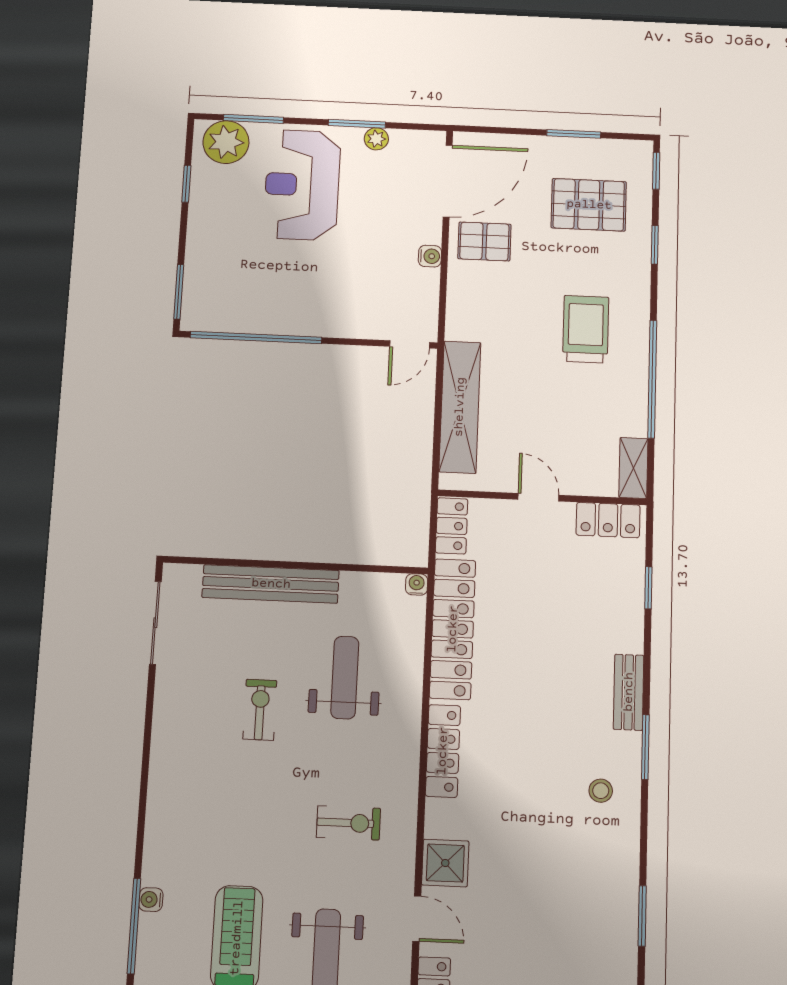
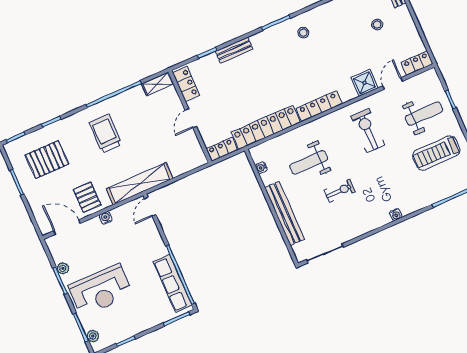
plant: (226, 142) -> (93, 336), width x0.53, depth x0.53
door: (448, 181) -> (67, 227), width x0.73
pallet: (589, 205) -> (47, 160), turned 90
row of seats: (247, 316) -> (173, 284), added
trolley: (586, 329) -> (105, 134), turned 90
door: (410, 344) -> (150, 207), swing flipped
shelving: (460, 407) -> (140, 184), moved
water cooler: (417, 584) -> (261, 168), moved
bench: (629, 692) -> (234, 50), moved
exercise bike: (260, 710) -> (340, 191), turned 180
exercise bike: (348, 823) -> (368, 131), width x1.38, depth x1.39
water cooler: (151, 900) -> (396, 215), moved
stool: (548, 946) -> (377, 25), added

